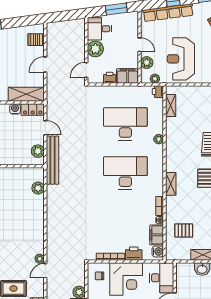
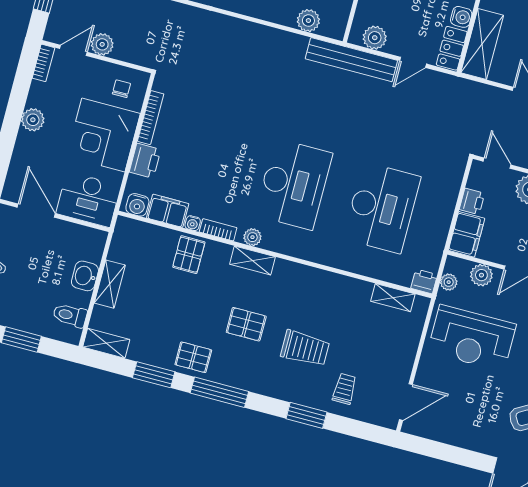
reception desk: (181, 59) -> (472, 338), turned 180
plant: (159, 139) -> (252, 237), moved
pallet: (184, 231) -> (189, 255), moved

